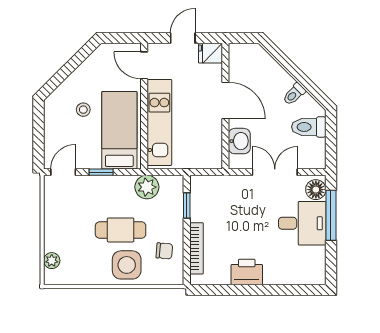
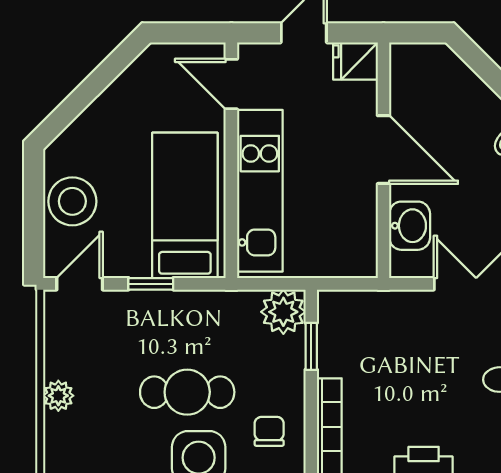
stool: (83, 110) -> (72, 201), moved, width x1.89, depth x1.89
plant: (147, 187) -> (283, 312), moved
chair: (164, 251) -> (269, 431), turned -95
plant: (52, 261) -> (58, 396), moved

